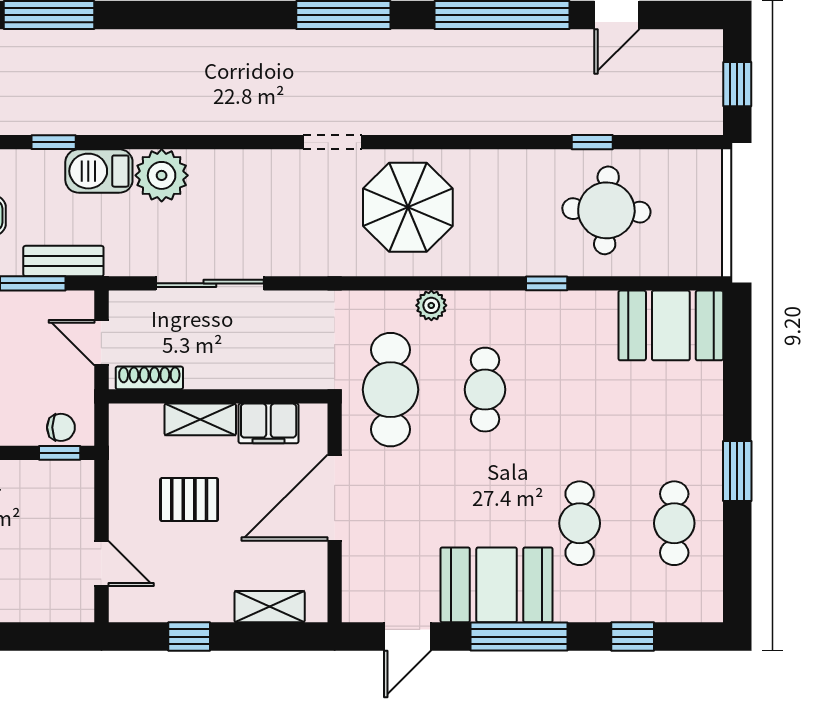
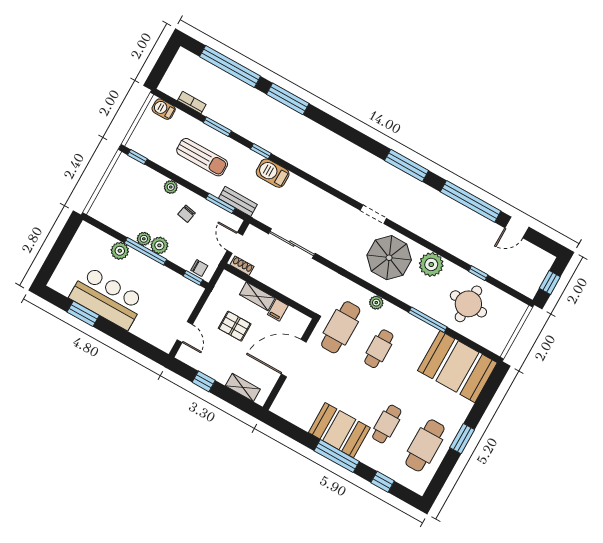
plant: (162, 175) -> (431, 264), moved
window: (547, 283) -> (428, 320), width x2.17
booth: (671, 325) -> (457, 367), width x1.36, depth x1.42
shoe rack: (149, 378) -> (242, 266), width x0.70
filing cabinet: (269, 423) -> (278, 310), width x0.50
cafe table: (674, 523) -> (425, 445), width x1.37, depth x1.35
door: (408, 637) -> (292, 431), removed

